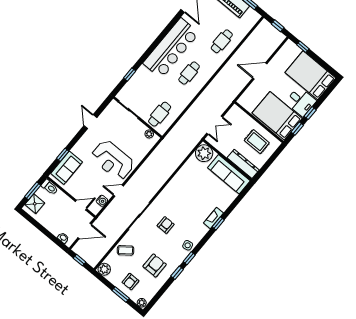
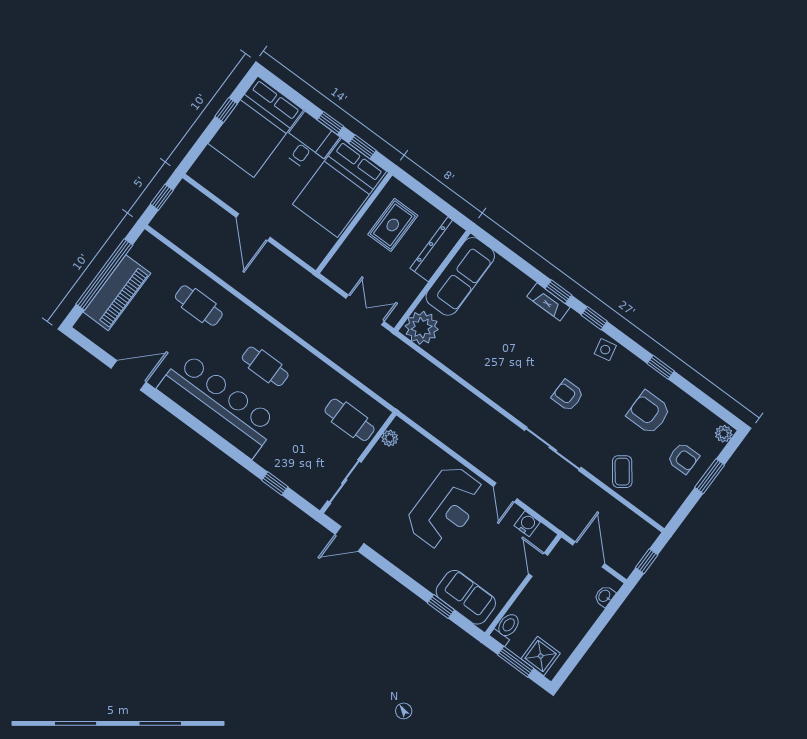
window: (303, 47) -> (226, 110), moved
door: (90, 122) -> (350, 539), moved
window: (189, 258) -> (594, 318), moved
plant: (104, 269) -> (662, 512), removed

